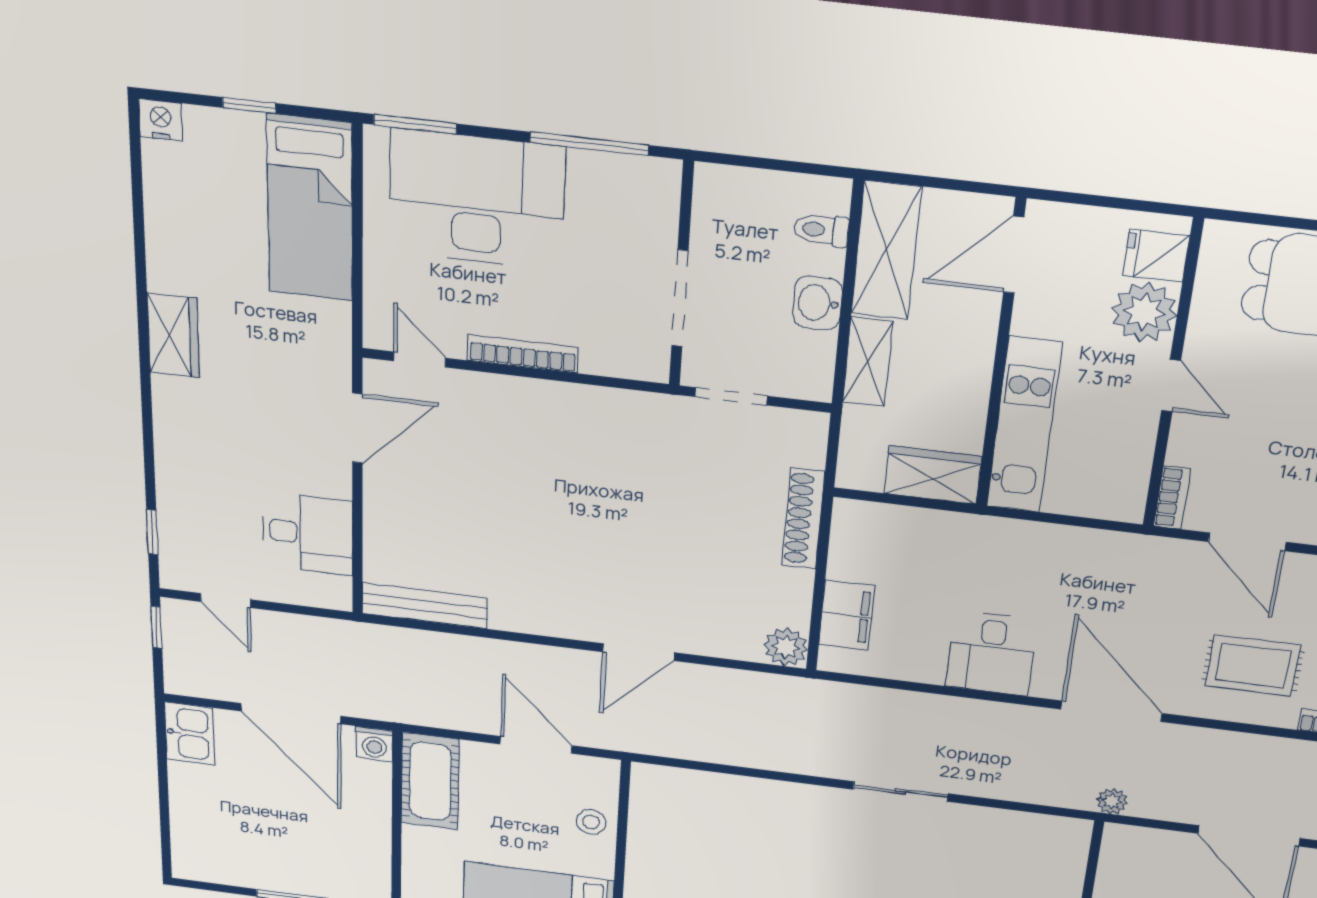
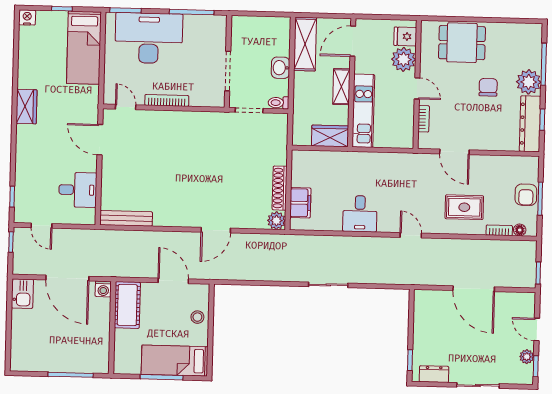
toilet: (821, 230) -> (278, 103), moved
shelving: (868, 362) -> (341, 87), moved
door: (357, 428) -> (100, 140), swing flipped
bookcase: (1172, 497) -> (424, 119), moved
shoe rack: (803, 519) -> (280, 188), moved
door: (1111, 711) -> (411, 235), width x0.53
plant: (1112, 801) -> (416, 279), removed

